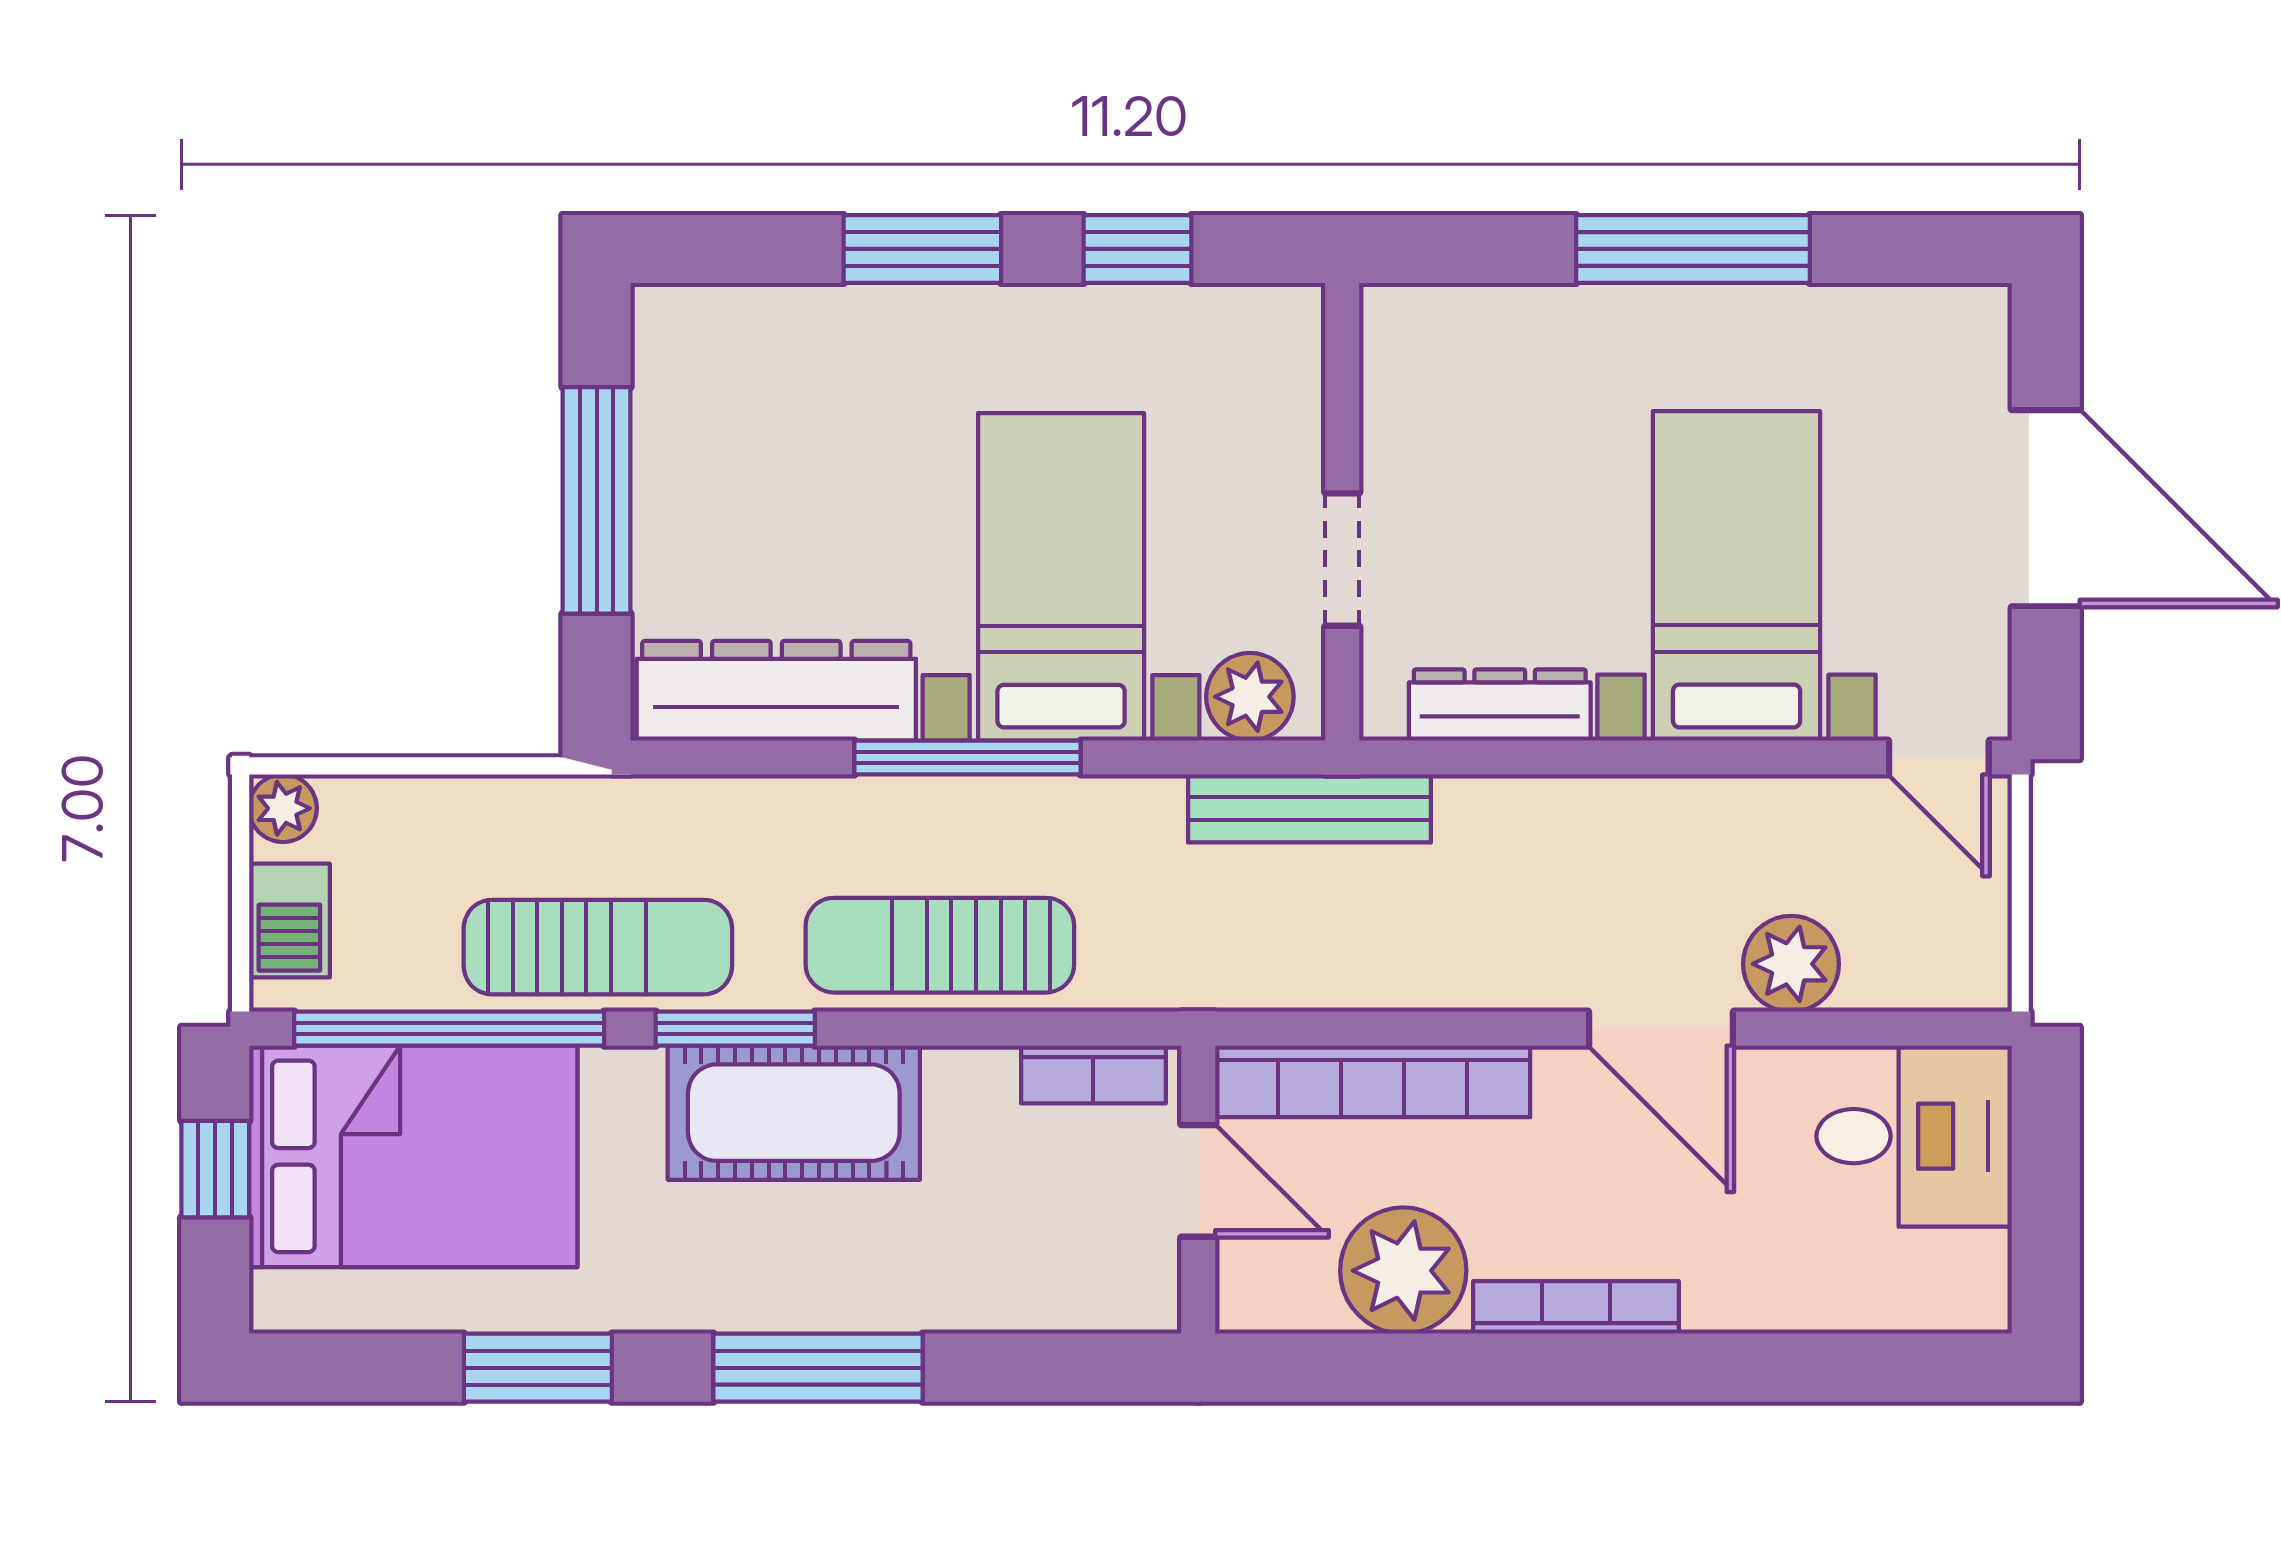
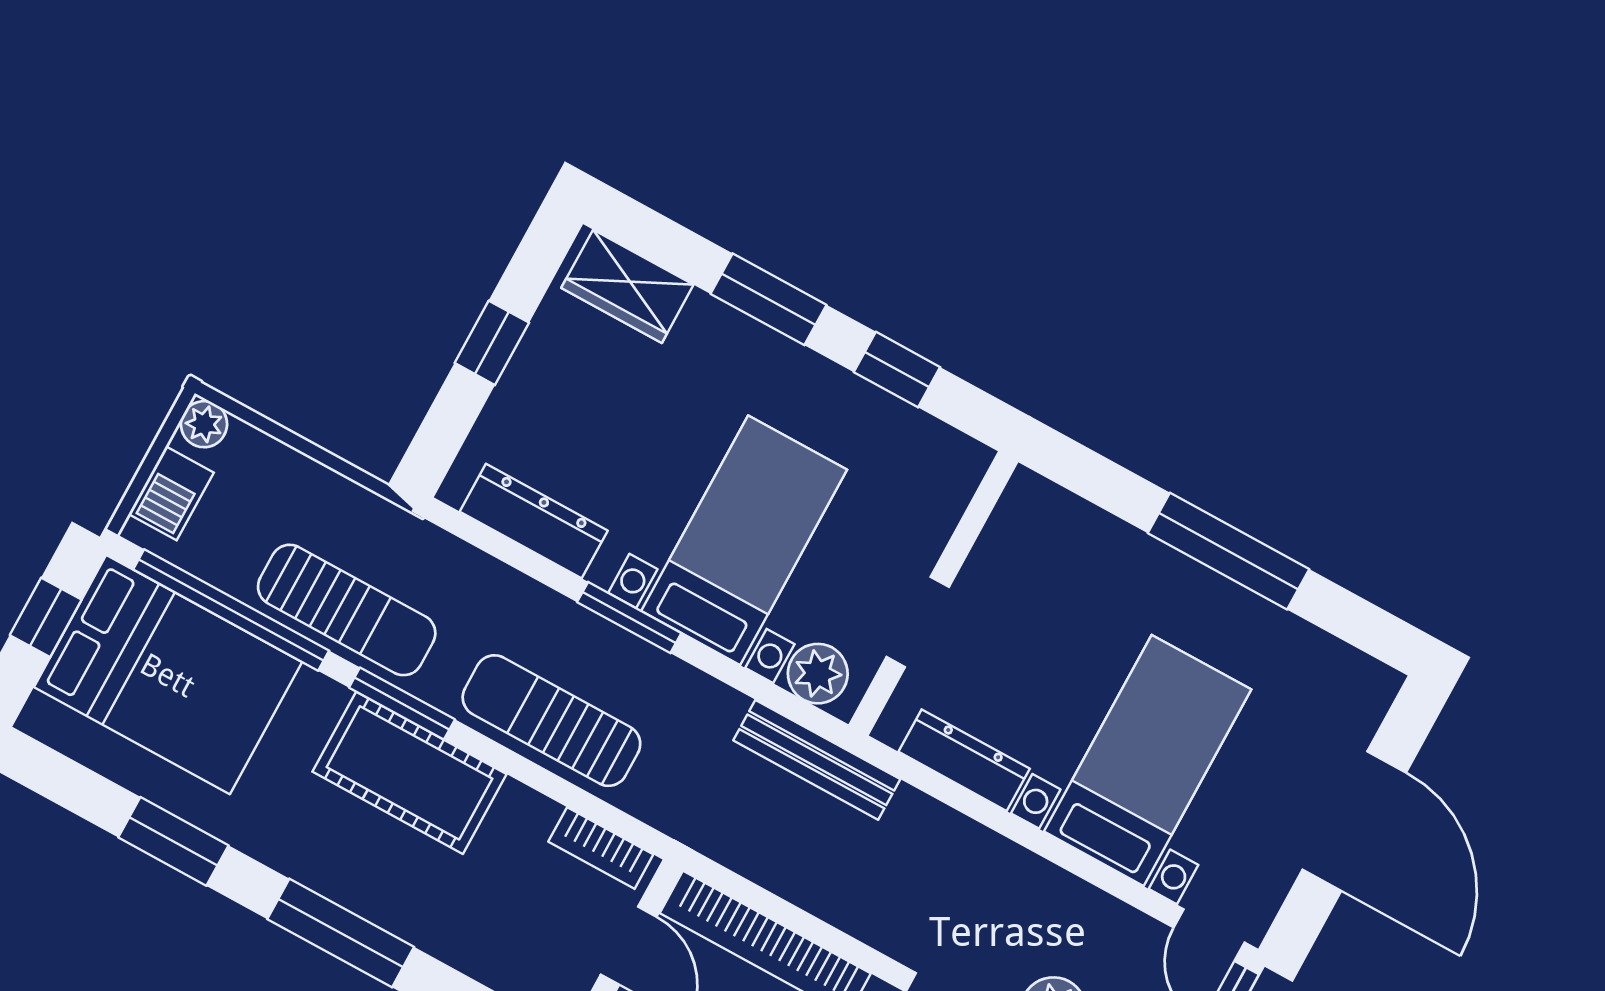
wardrobe: (731, 332) -> (627, 286), added
window: (597, 500) -> (492, 343), width x0.46
dresser: (776, 691) -> (534, 521), width x0.73, depth x0.80
window: (967, 757) -> (629, 618), width x0.69

